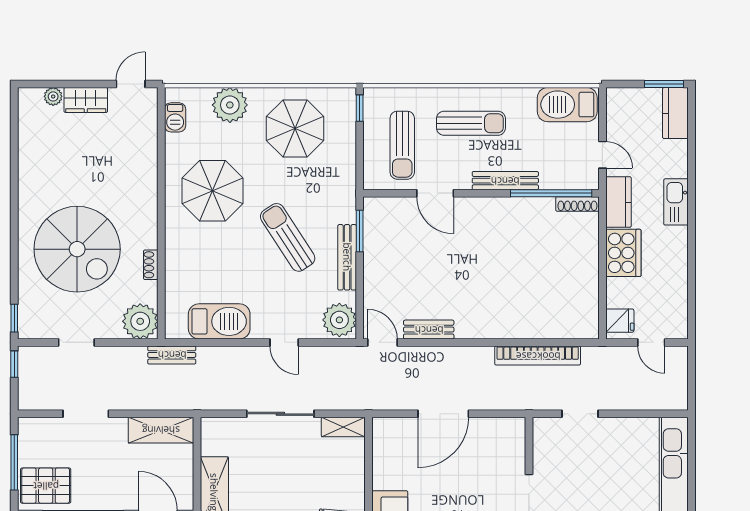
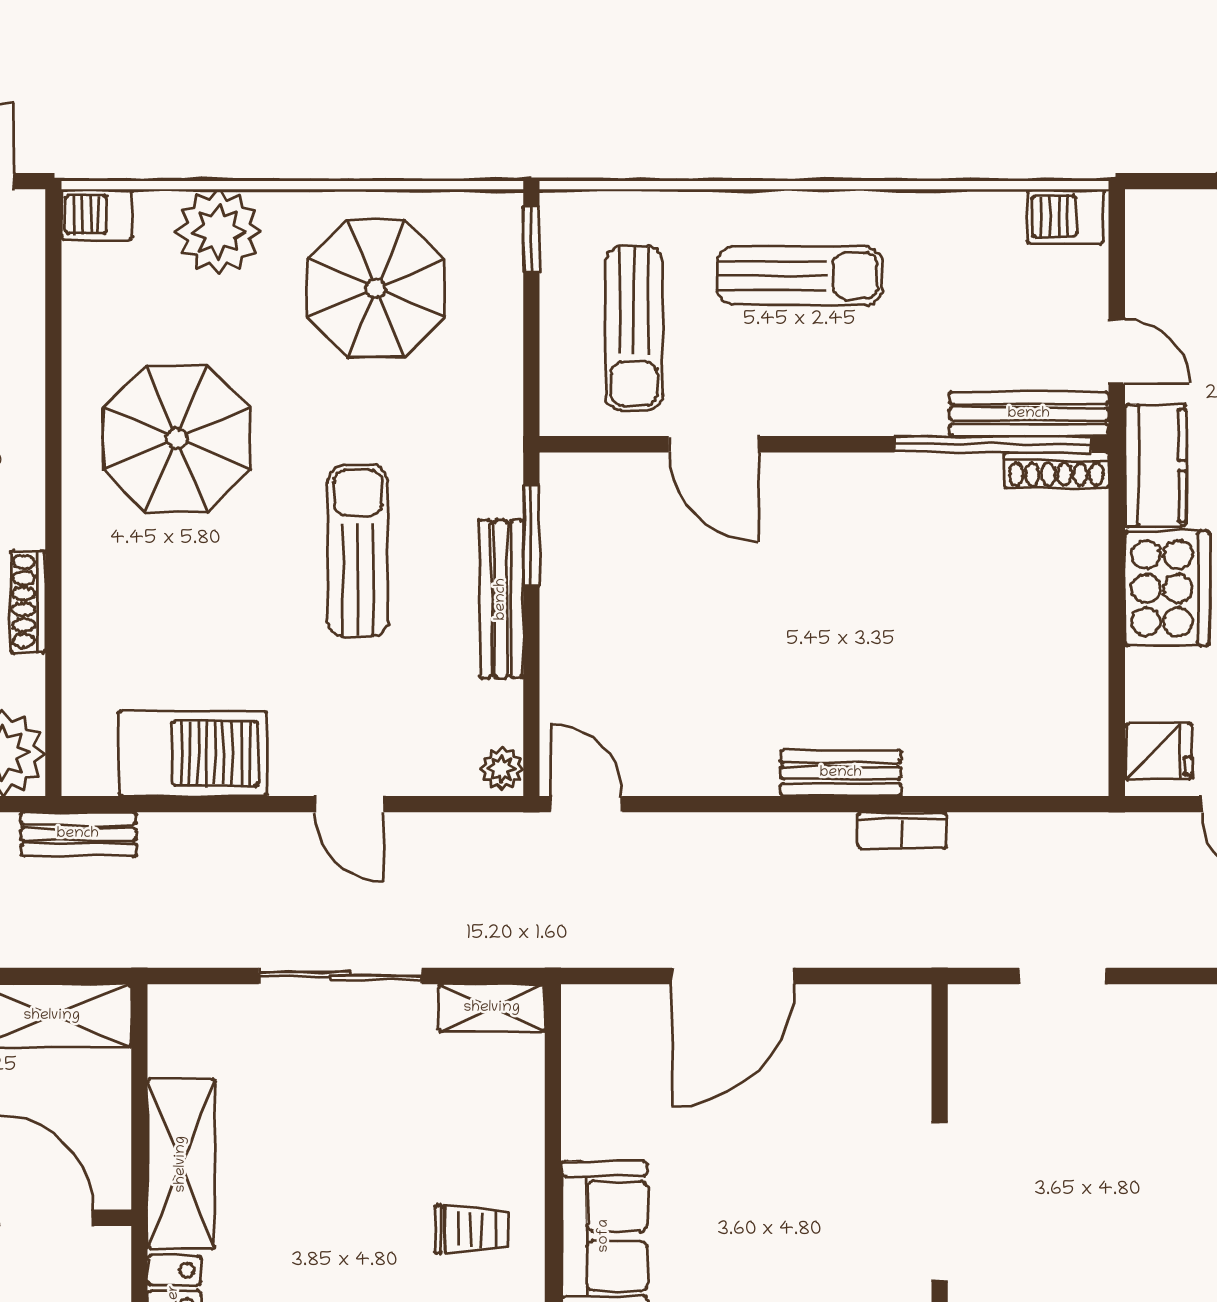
barbecue: (567, 105) -> (1066, 216), width x0.53, depth x0.65
barbecue: (175, 117) -> (97, 214), moved, turned 90
bench: (505, 181) -> (1029, 414), moved
sun lounger: (288, 237) -> (358, 551), turned 33
shoe rack: (151, 265) -> (28, 601), width x1.43
plant: (339, 320) -> (502, 769), width x0.53, depth x0.53
bench: (429, 330) -> (841, 773), moved
bookcase: (538, 356) -> (902, 830), width x0.43, depth x0.76

